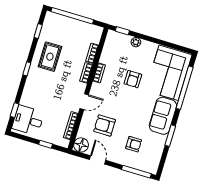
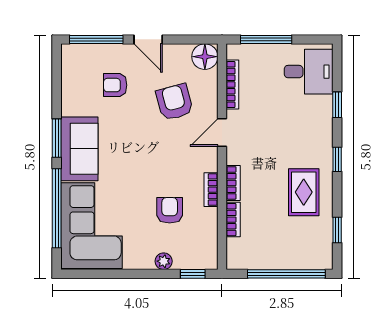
armchair: (133, 79) -> (170, 210), moved
window: (14, 110) -> (337, 105), moved
armchair: (105, 126) -> (175, 102), turned -105
window: (170, 136) -> (57, 138), moved
window: (46, 144) -> (266, 39), width x2.17
door: (98, 160) -> (148, 39), moved

